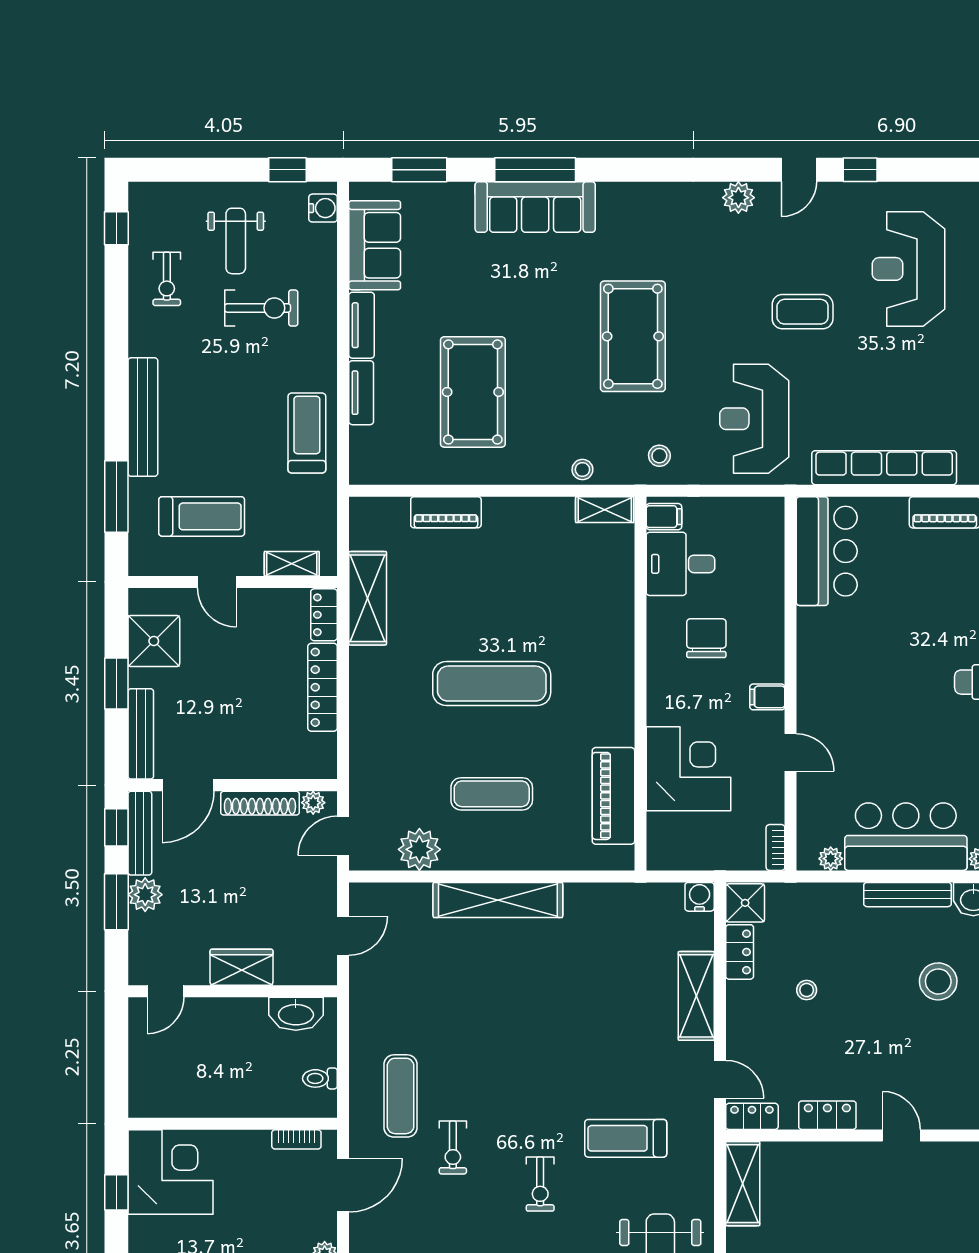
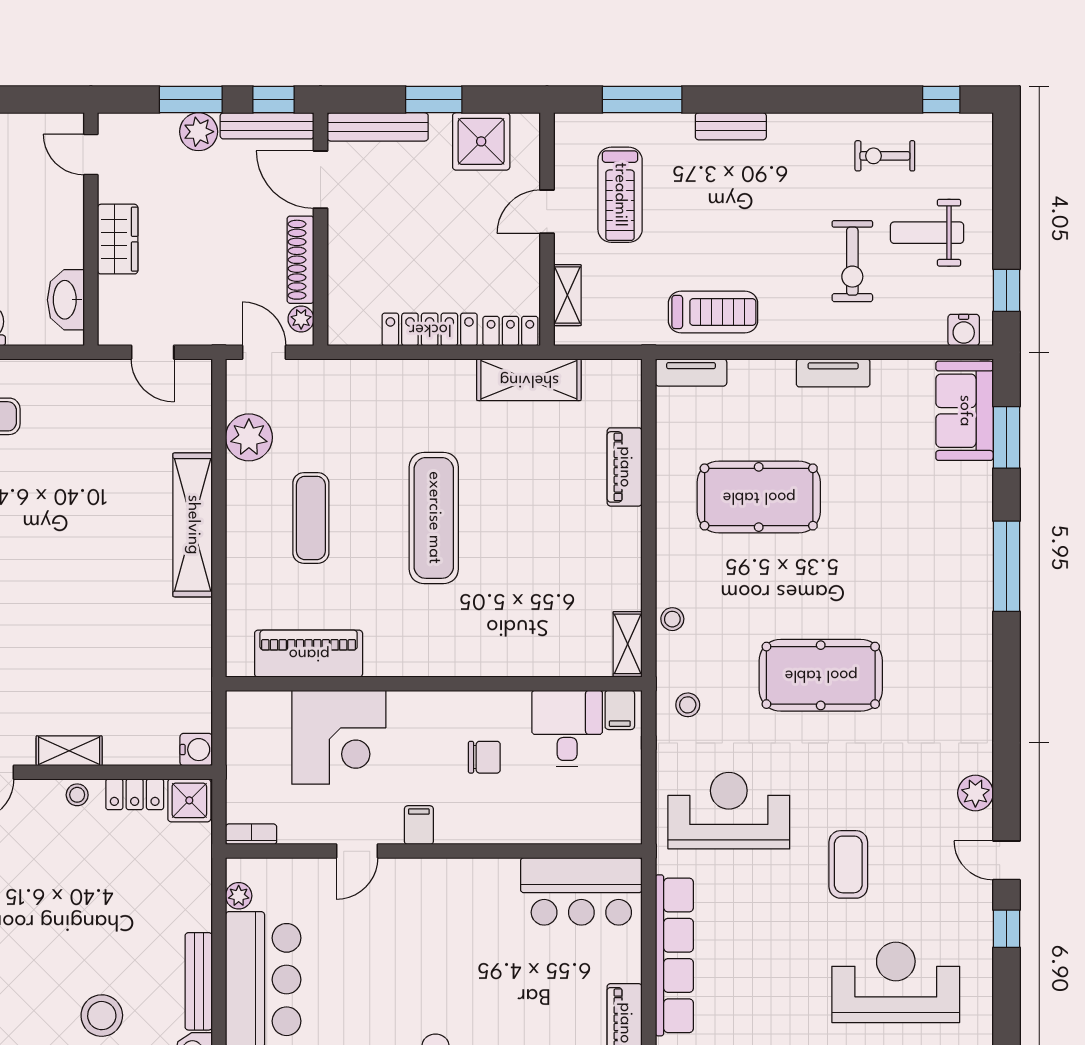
sofa: (535, 207) -> (965, 566), removed
sofa: (375, 245) -> (965, 411), moved, turned 90
tv unit: (361, 393) -> (691, 372), moved
bench: (143, 417) -> (731, 126), width x0.54, depth x0.82
chair: (706, 638) -> (484, 757), width x0.73, depth x0.73
stool: (807, 990) -> (77, 795), moved
shelving: (696, 996) -> (69, 751), width x0.67, depth x0.75

